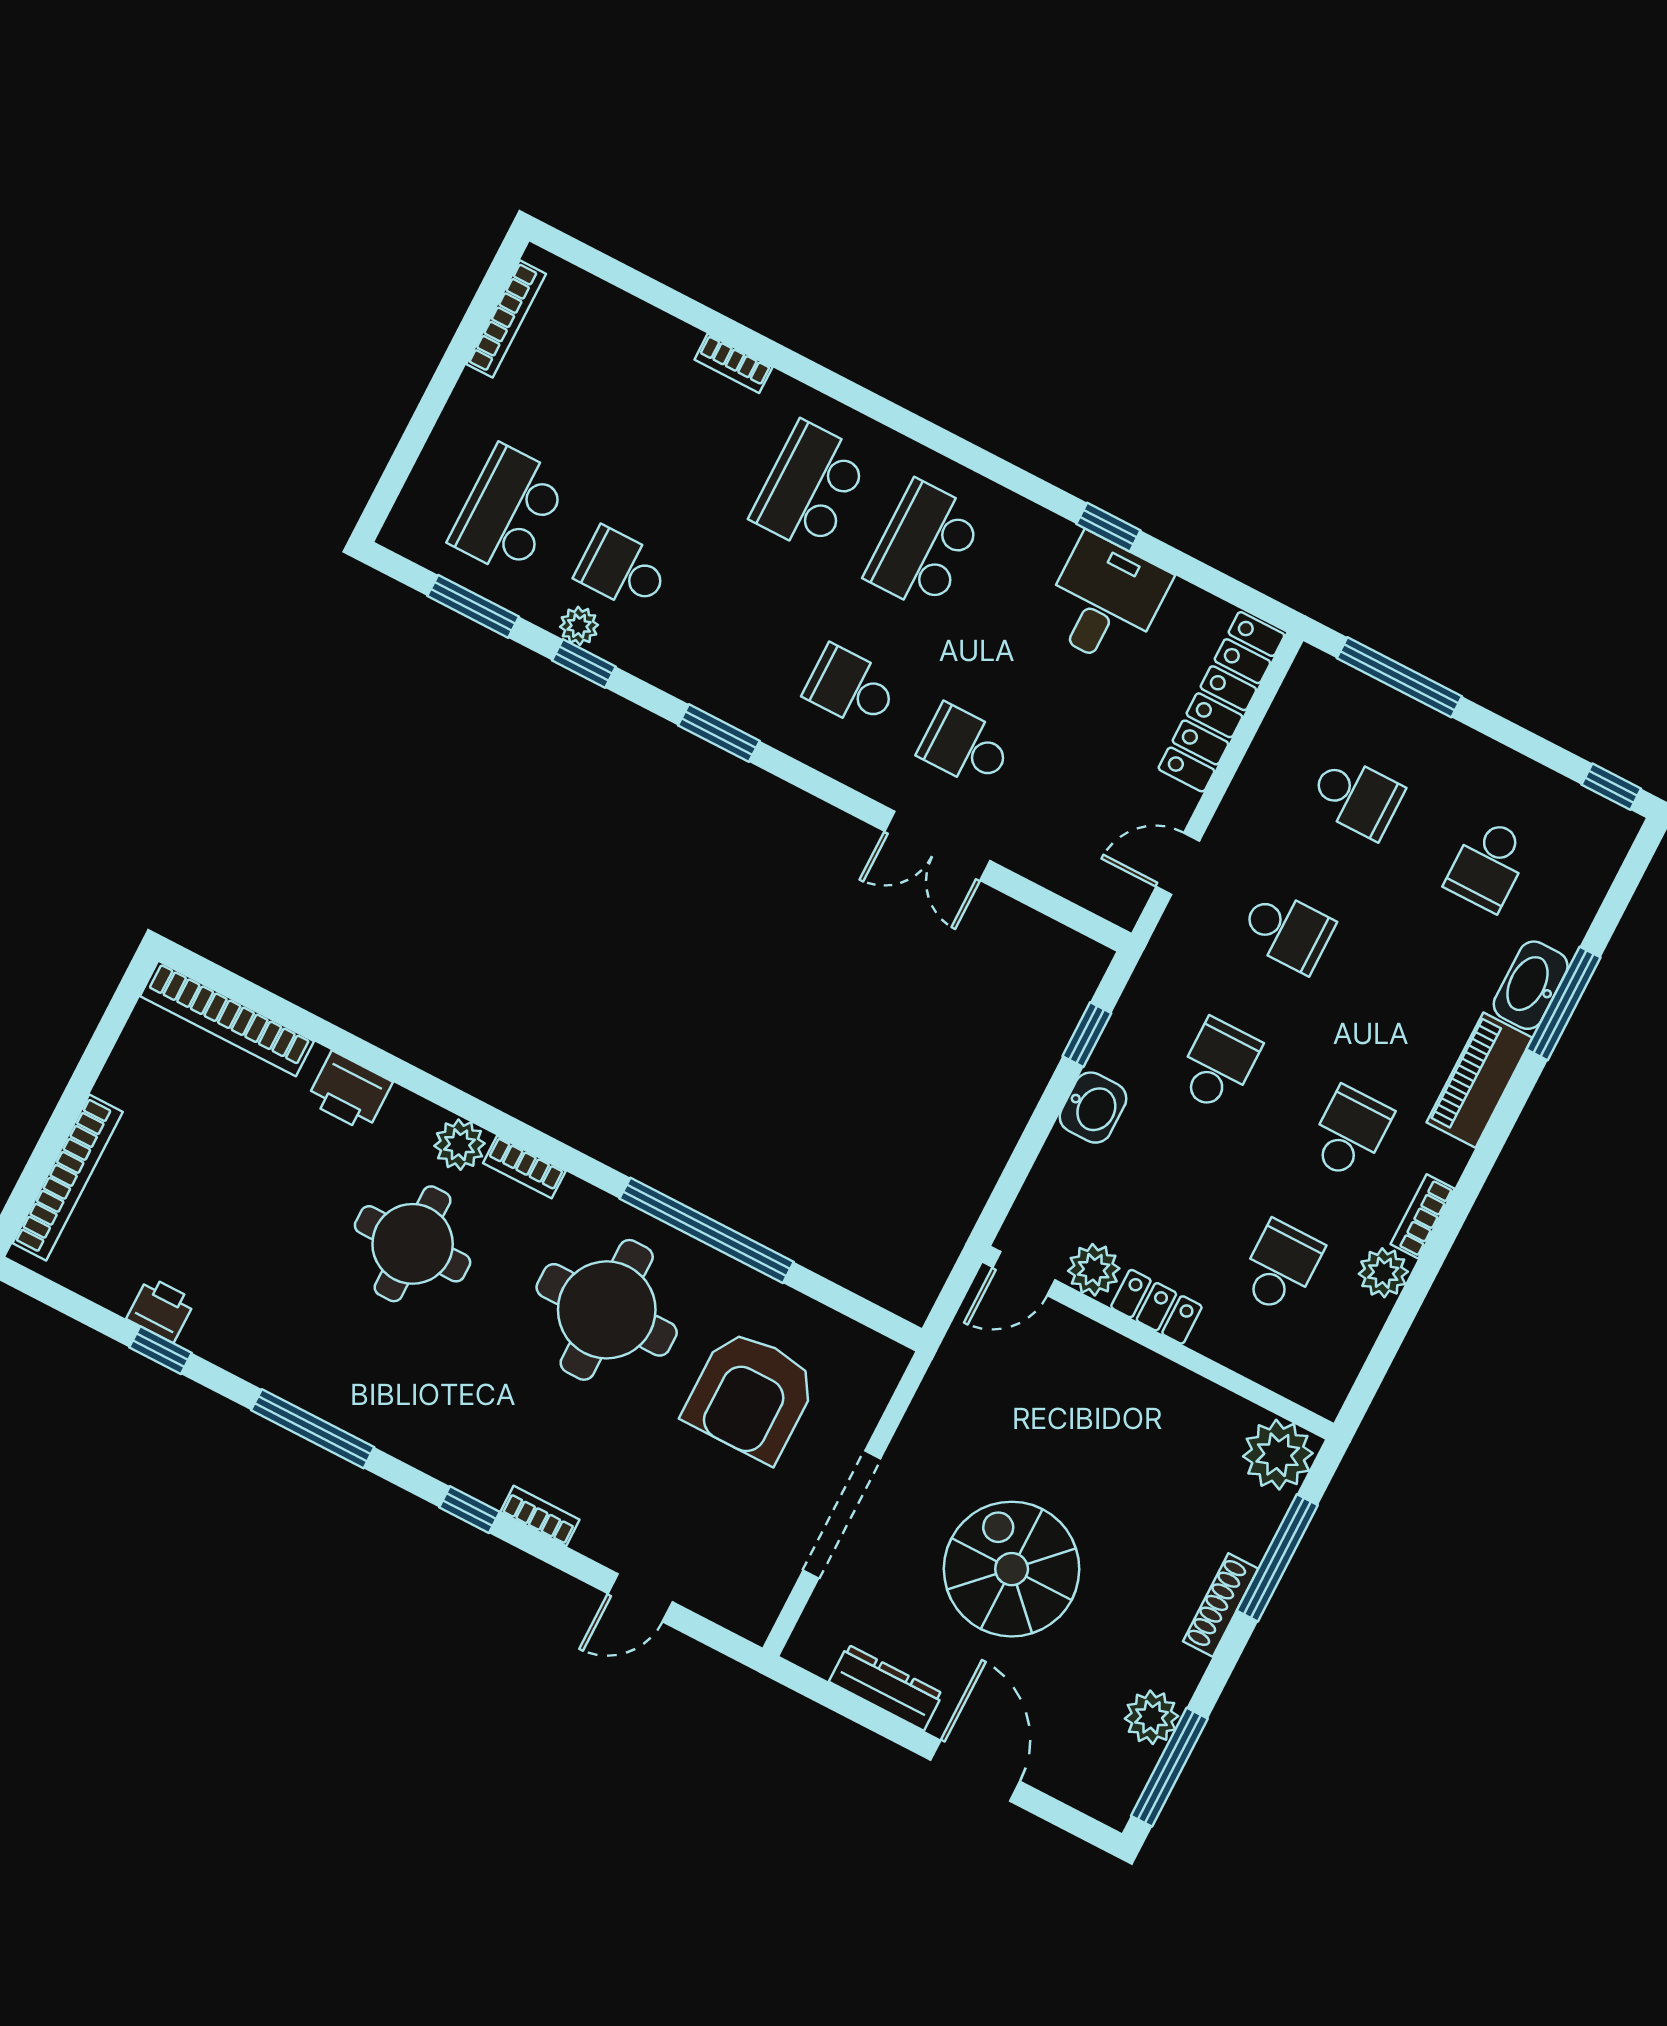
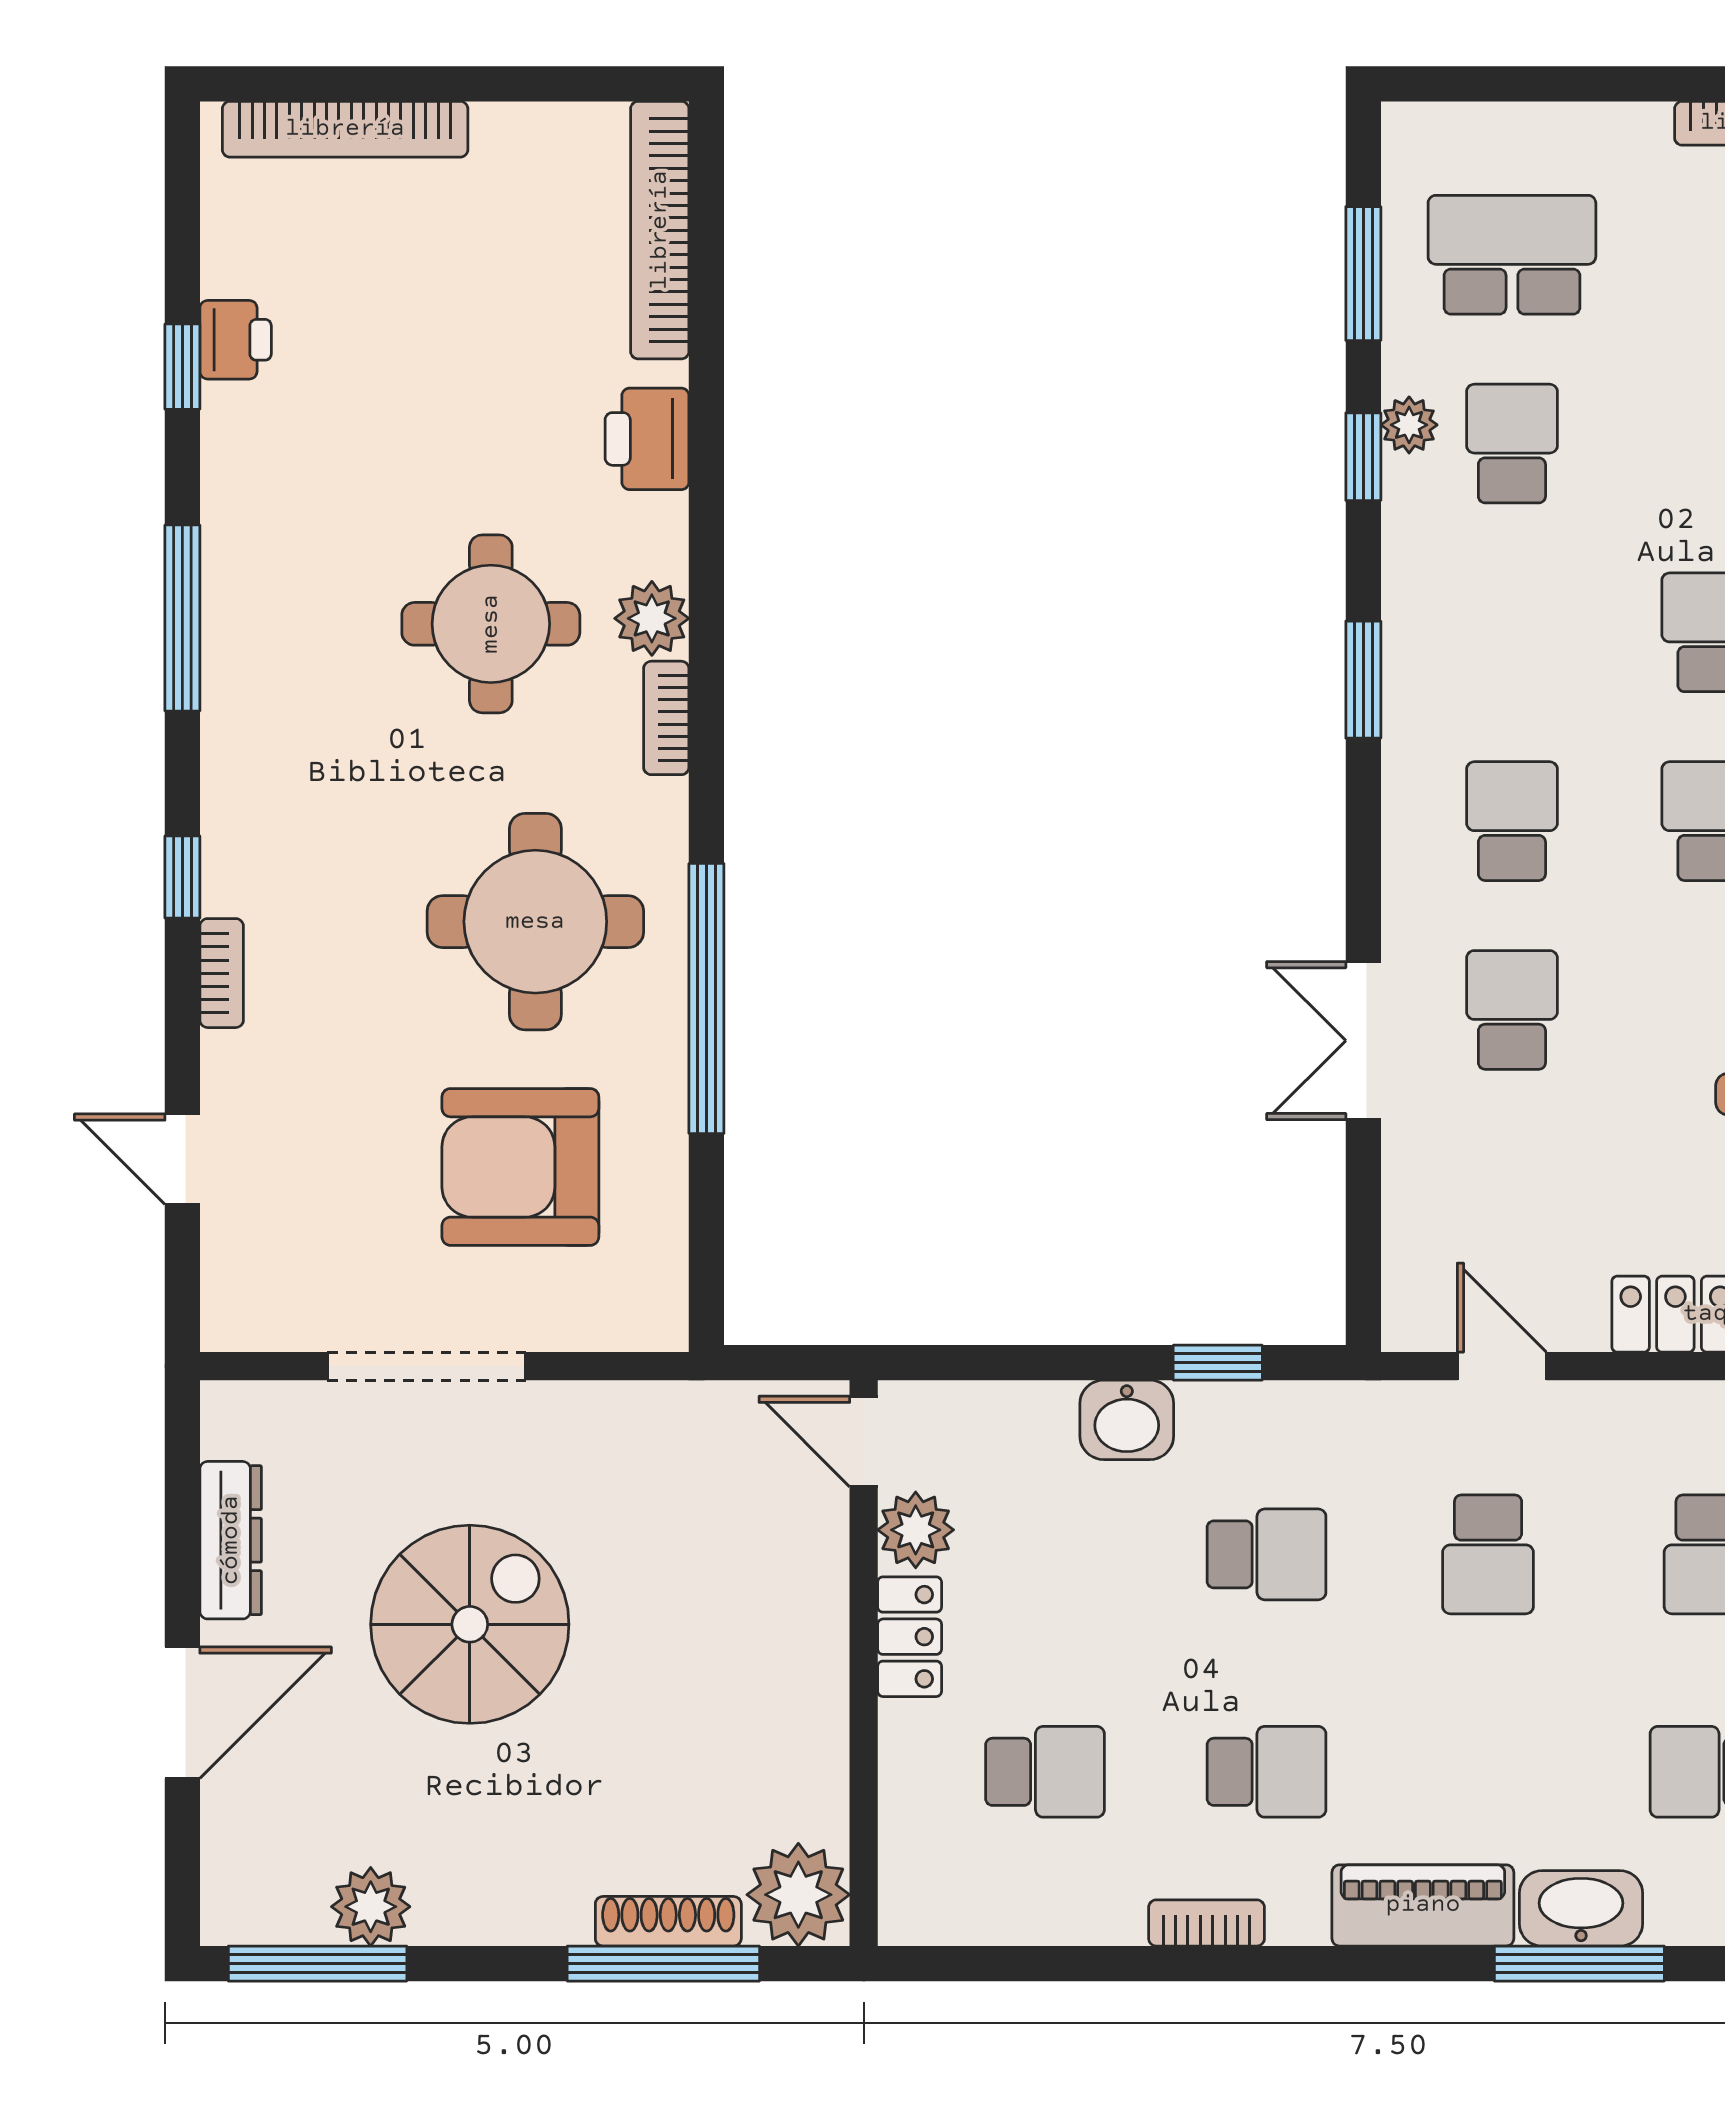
plant: (1383, 1273) -> (1107, 1910), removed
shoe rack: (1221, 1605) -> (668, 1921), moved

